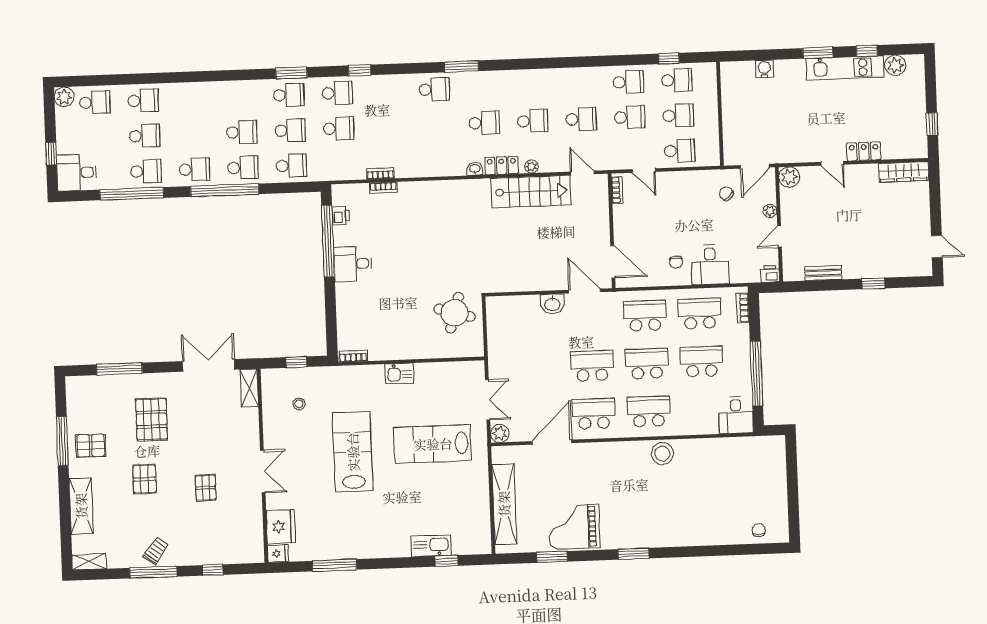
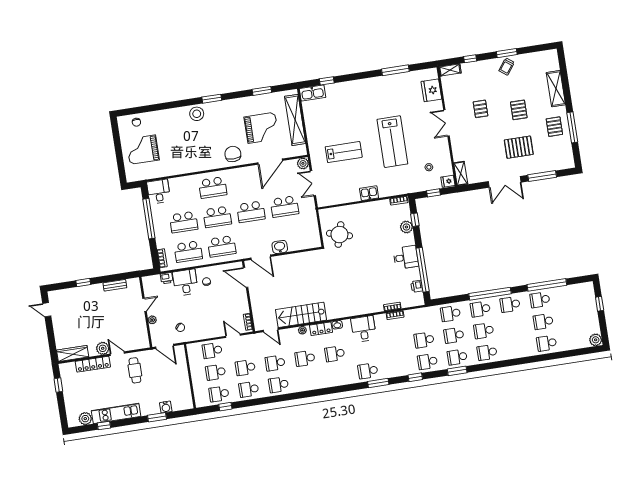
window: (818, 53) -> (157, 417), moved
window: (462, 66) -> (378, 383), moved
school desk: (580, 84) -> (279, 385), added
school desk: (95, 102) -> (487, 352), moved
cafe table: (807, 133) -> (135, 370), added
locker: (864, 151) -> (93, 364), width x1.53
door: (755, 166) -> (165, 346), swing flipped
desk: (77, 173) -> (364, 329), moved, turned -90
plant: (789, 177) -> (103, 348), moved
printer: (770, 274) -> (167, 278), moved
plant: (346, 312) -> (406, 227), added
window: (331, 322) -> (415, 220), added
double door: (209, 365) -> (505, 182), moved
school desk: (594, 414) -> (285, 206), moved
pallet: (152, 419) -> (519, 147), turned 90
lab bench: (433, 444) -> (344, 152), width x0.73, depth x0.72
pallet: (91, 446) -> (554, 127), turned 90
stool: (662, 454) -> (197, 114), moved
chair: (610, 461) -> (233, 154), added
grand piano: (754, 485) -> (143, 150), added
grand piano: (574, 527) -> (261, 128), moved
kitchen sink: (431, 546) -> (313, 93), moved
fridge: (278, 553) -> (448, 181), moved
shelving: (89, 562) -> (450, 70), moved
window: (153, 572) -> (507, 53), width x0.69

